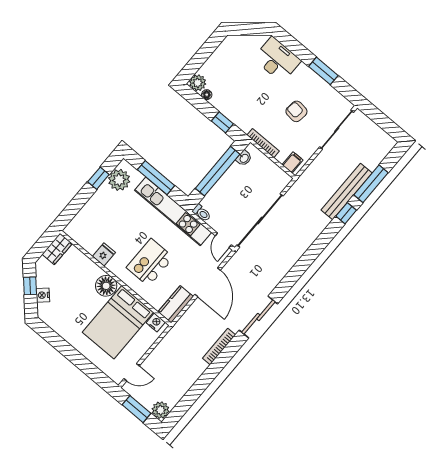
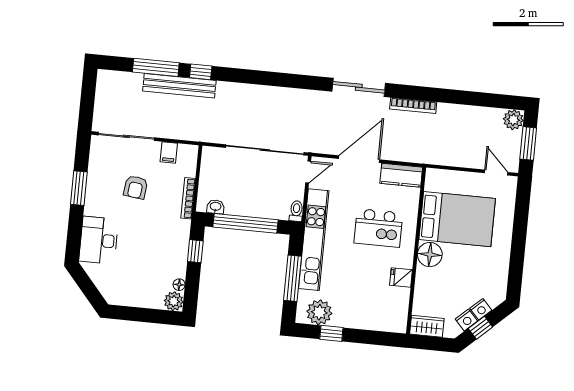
filing cabinet: (293, 162) -> (169, 152), moved, turned -90
nightstand: (156, 323) -> (466, 320), moved, turned -133

